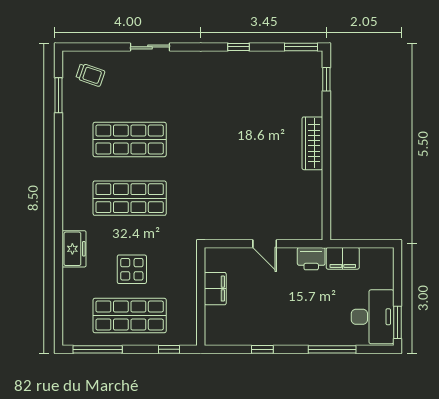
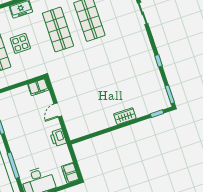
wardrobe: (312, 143) -> (125, 116), width x0.67
filing cabinet: (343, 258) -> (70, 173), moved
filing cabinet: (215, 289) -> (38, 87), moved

